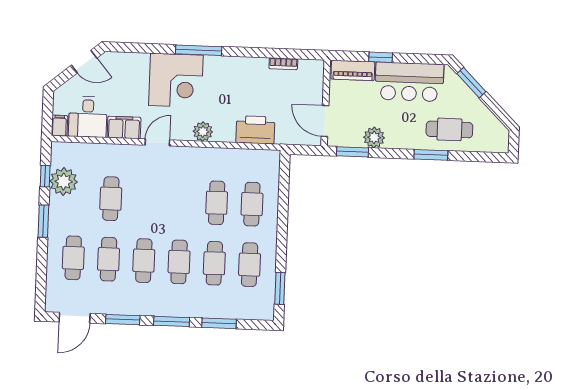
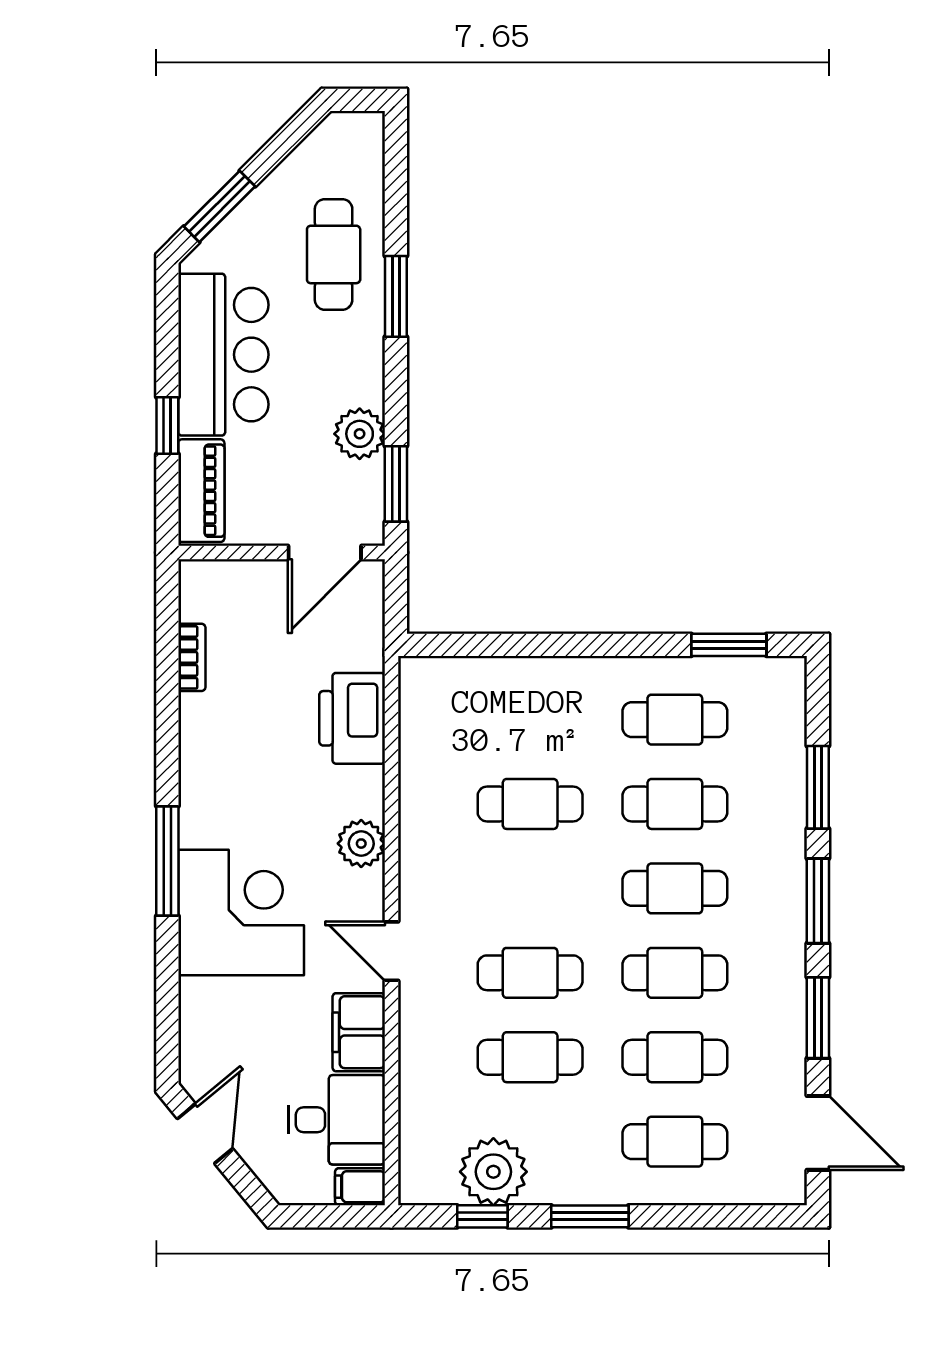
cafe table: (252, 204) -> (530, 973), moved

